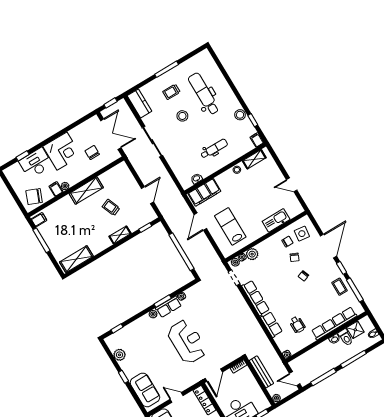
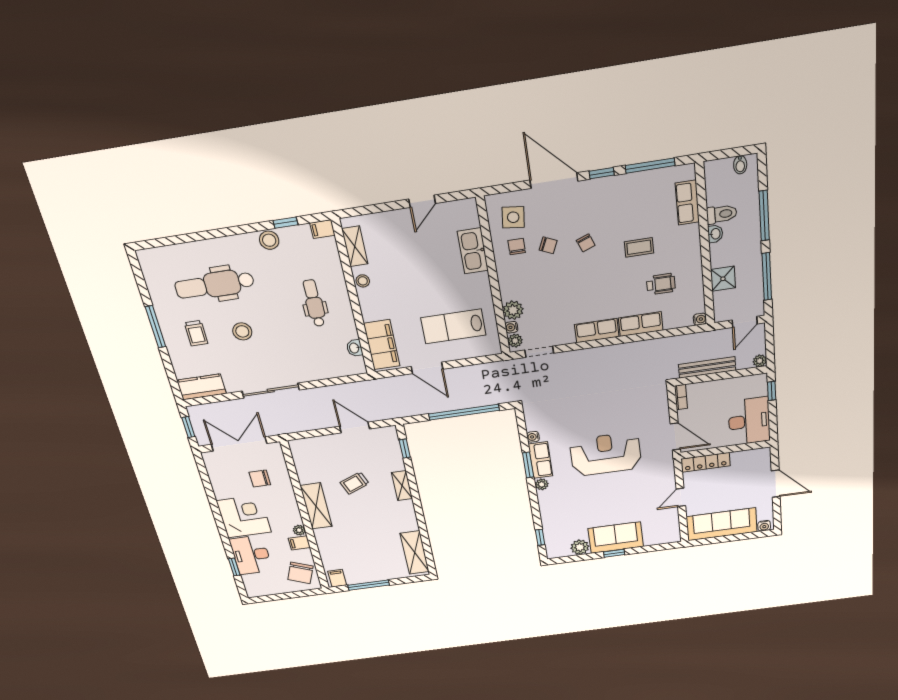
coffee table: (339, 287) -> (639, 247), moved
row of seats: (255, 298) -> (597, 331), width x0.68
row of seats: (334, 323) -> (687, 203), width x0.50
shower: (355, 330) -> (723, 279), moved
sofa: (145, 390) -> (616, 538), moved

